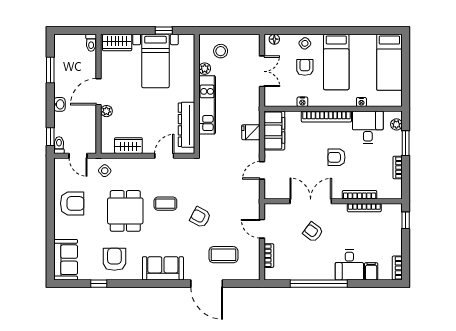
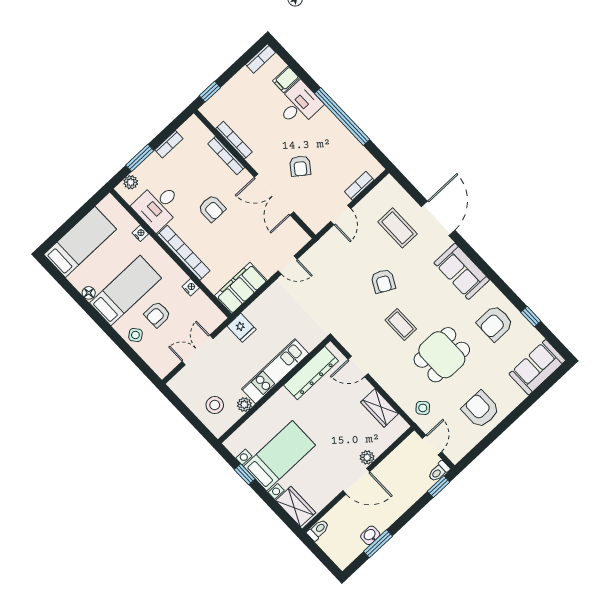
floor lamp: (274, 39) -> (89, 293), moved
washbasin: (59, 104) -> (370, 535), moved
fridge: (251, 132) -> (242, 328), moved

